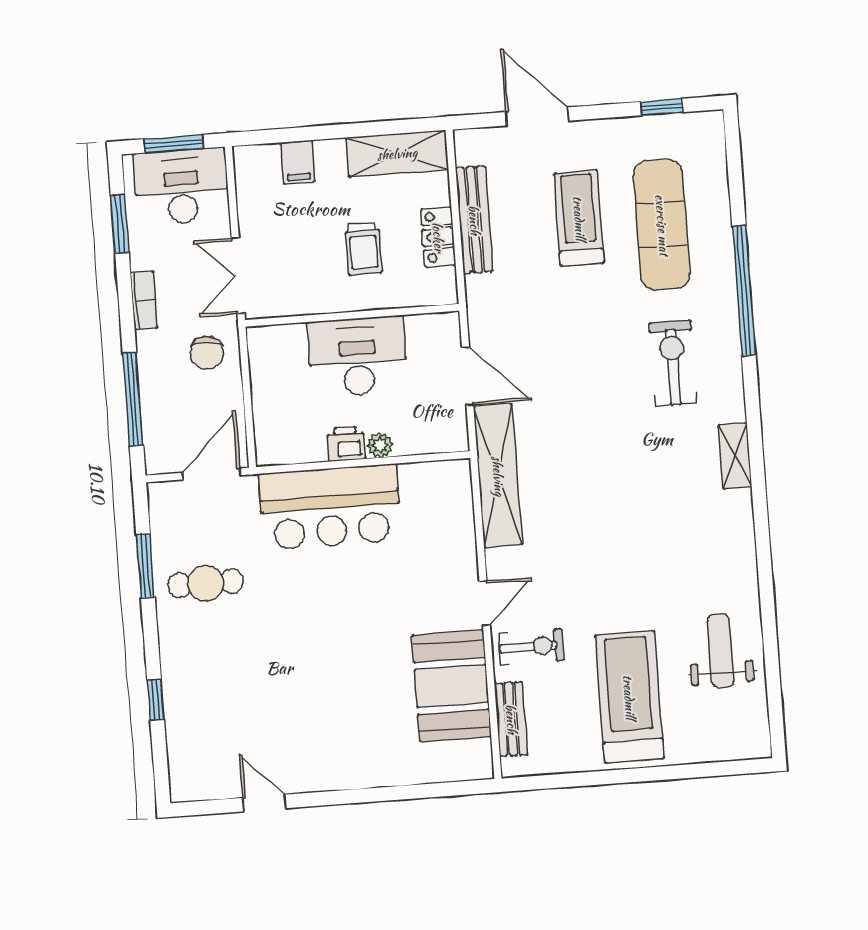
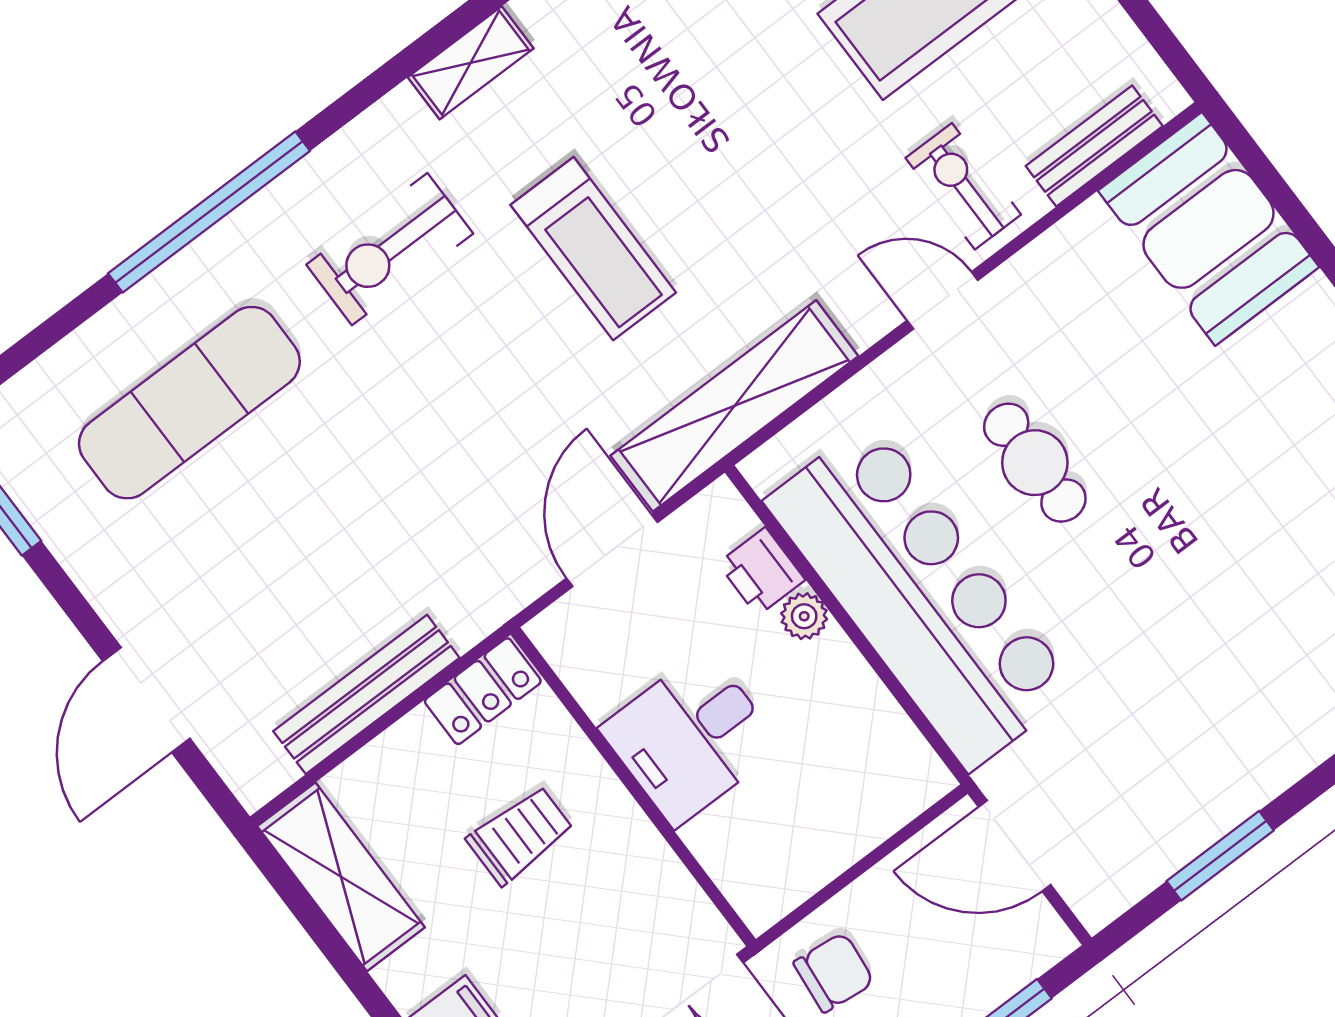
treadmill: (579, 218) -> (593, 249), moved, turned -90
locker: (438, 237) -> (483, 691), moved
desk: (358, 357) -> (691, 738), width x0.73
printer: (346, 444) -> (761, 571), moved
bar counter: (330, 507) -> (921, 595), width x1.36
cafe table: (206, 583) -> (1035, 463), moved
booth: (452, 686) -> (1209, 229), moved, turned 90

